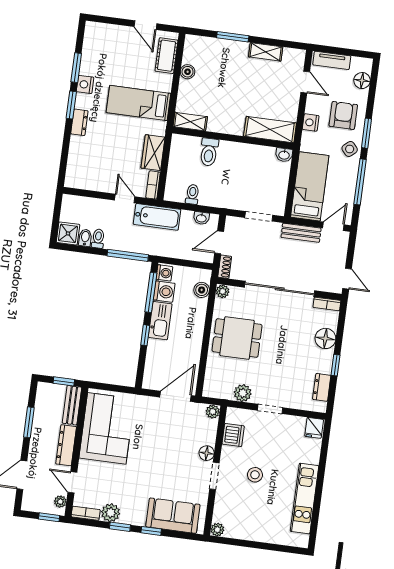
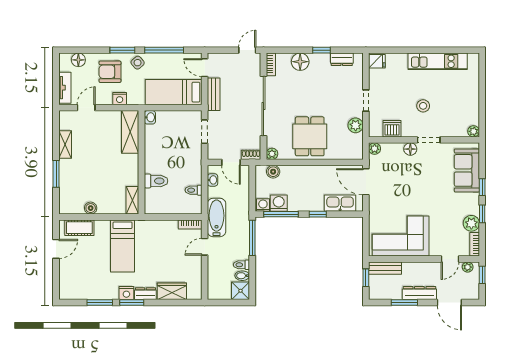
nightstand: (85, 84) -> (126, 293), moved
wardrobe: (153, 153) -> (172, 291), moved, turned 180
kitchen sink: (160, 321) -> (340, 203), moved
dresser: (66, 445) -> (419, 293), moved, turned 180

